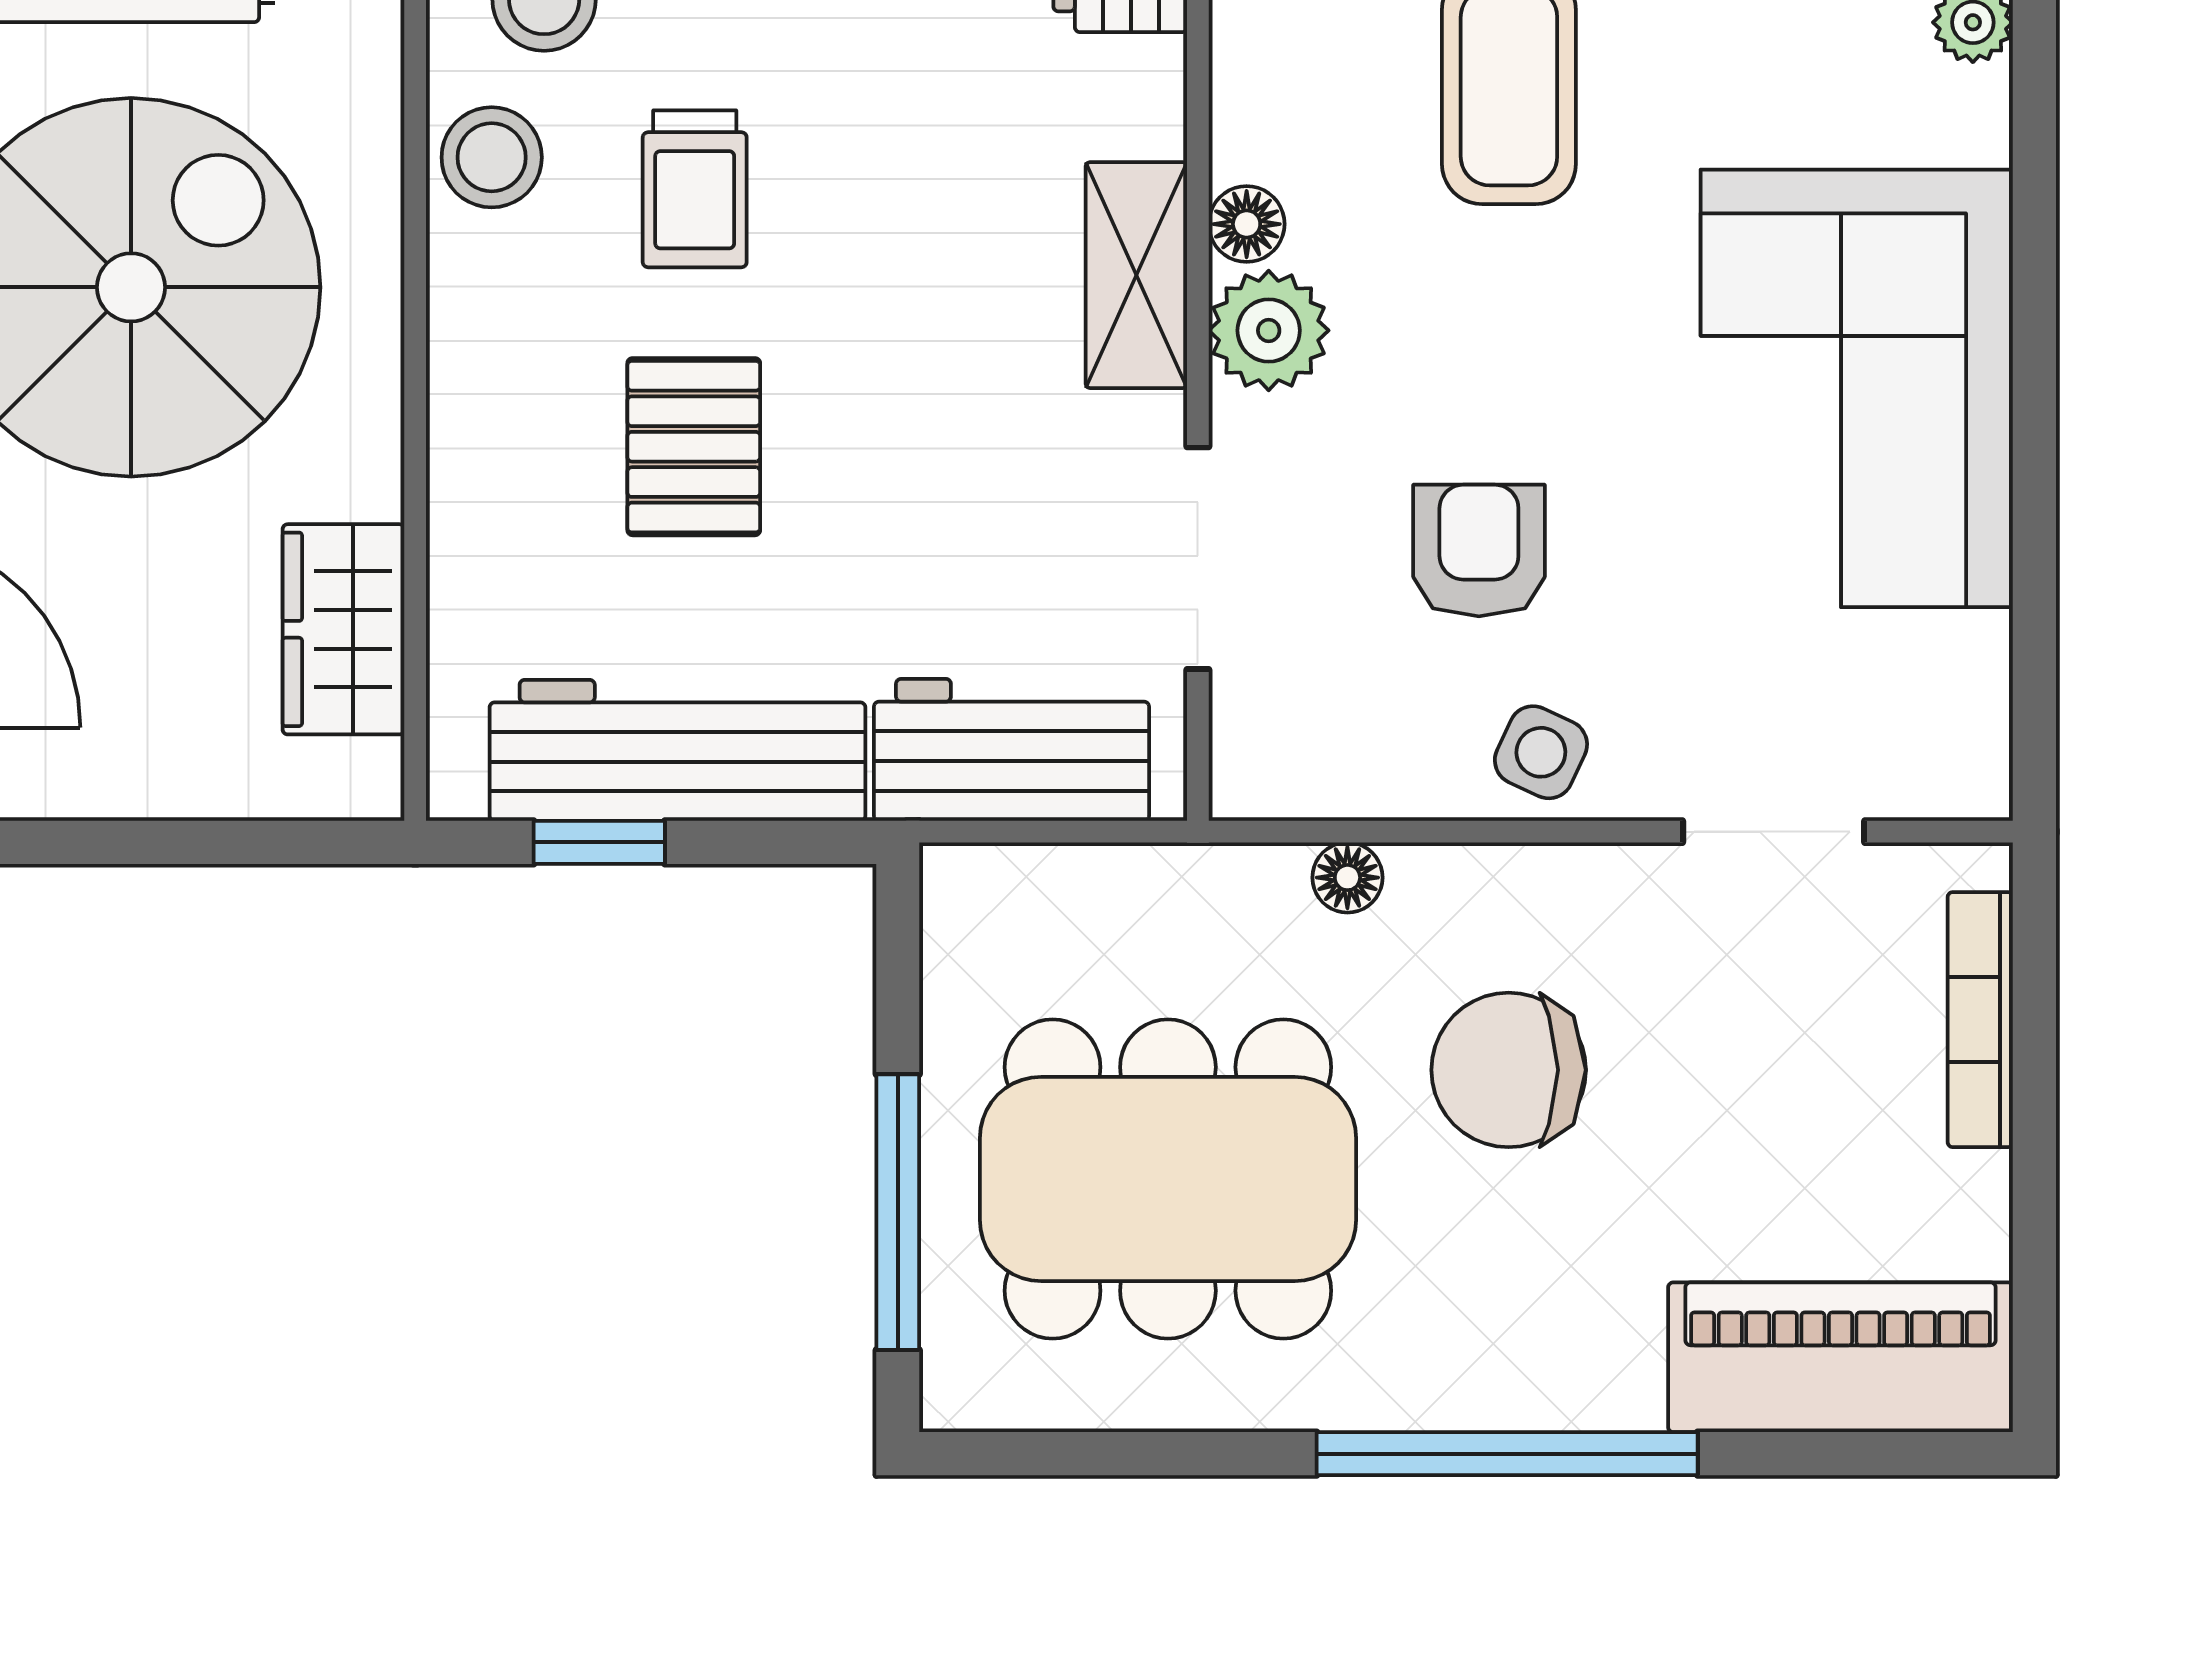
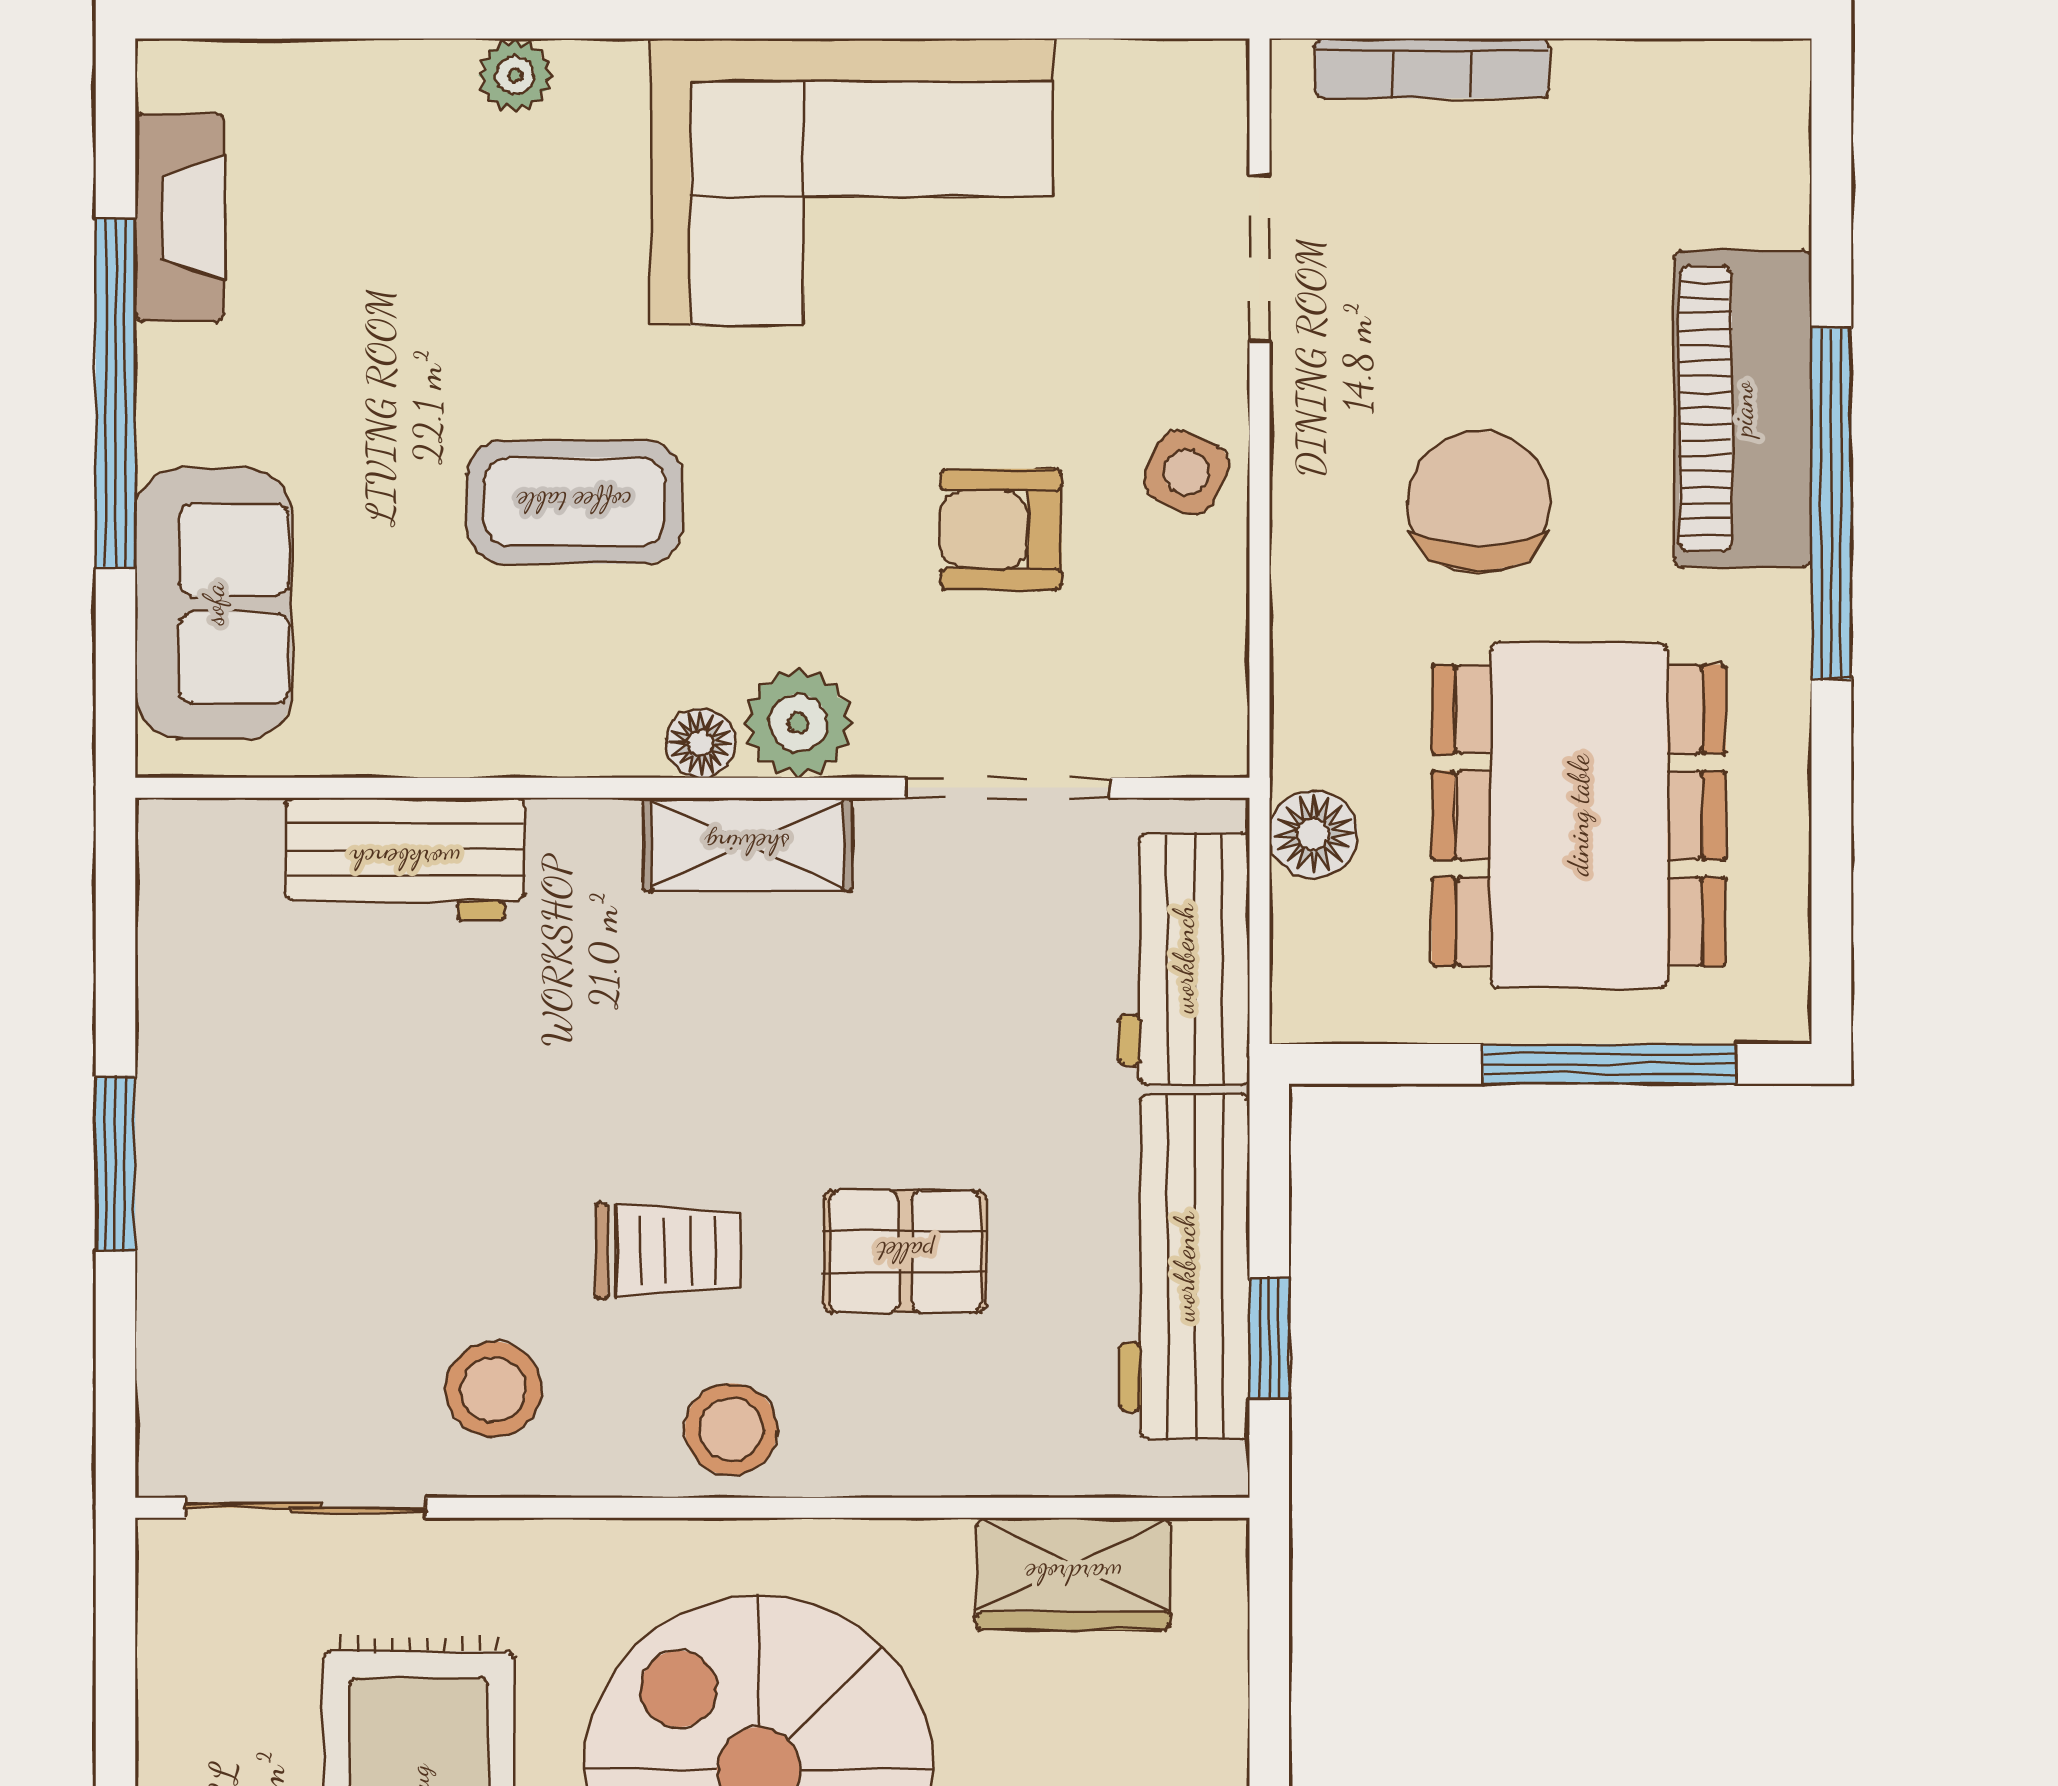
stool: (492, 157) -> (731, 1429), moved
floor lamp: (1347, 878) -> (1314, 834), moved, width x1.37, depth x1.37
chair: (1509, 1070) -> (1478, 502), turned 180
piano: (1841, 1357) -> (1743, 409), moved

